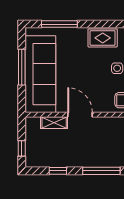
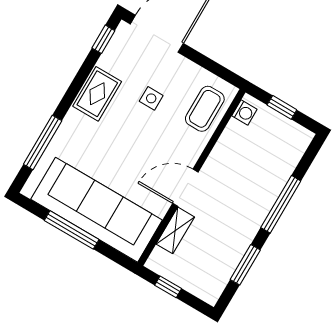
window: (22, 148) -> (168, 287), moved
window: (58, 171) -> (245, 265), width x1.50

